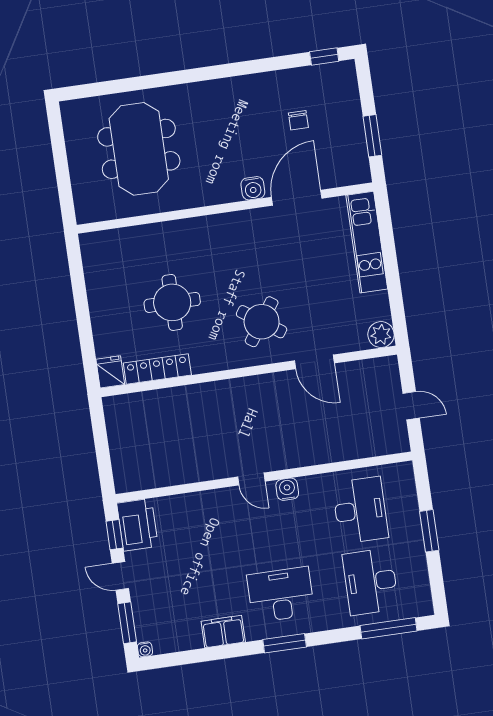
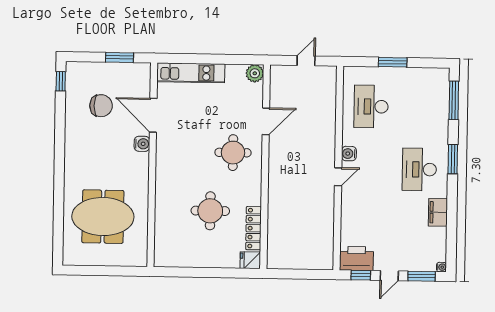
chair: (298, 120) -> (101, 106), width x1.87, depth x1.87
round table: (262, 322) -> (233, 153), turned -35
desk: (360, 510) -> (371, 107), turned -90
desk: (371, 582) -> (420, 107), removed
window: (285, 643) -> (453, 159), moved

